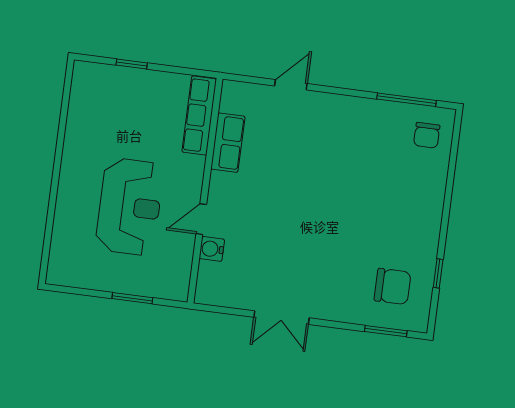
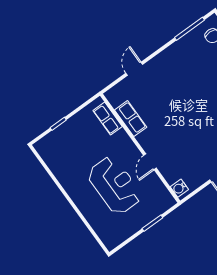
row of seats: (199, 116) -> (108, 119), width x0.68
water cooler: (212, 249) -> (179, 188), moved

